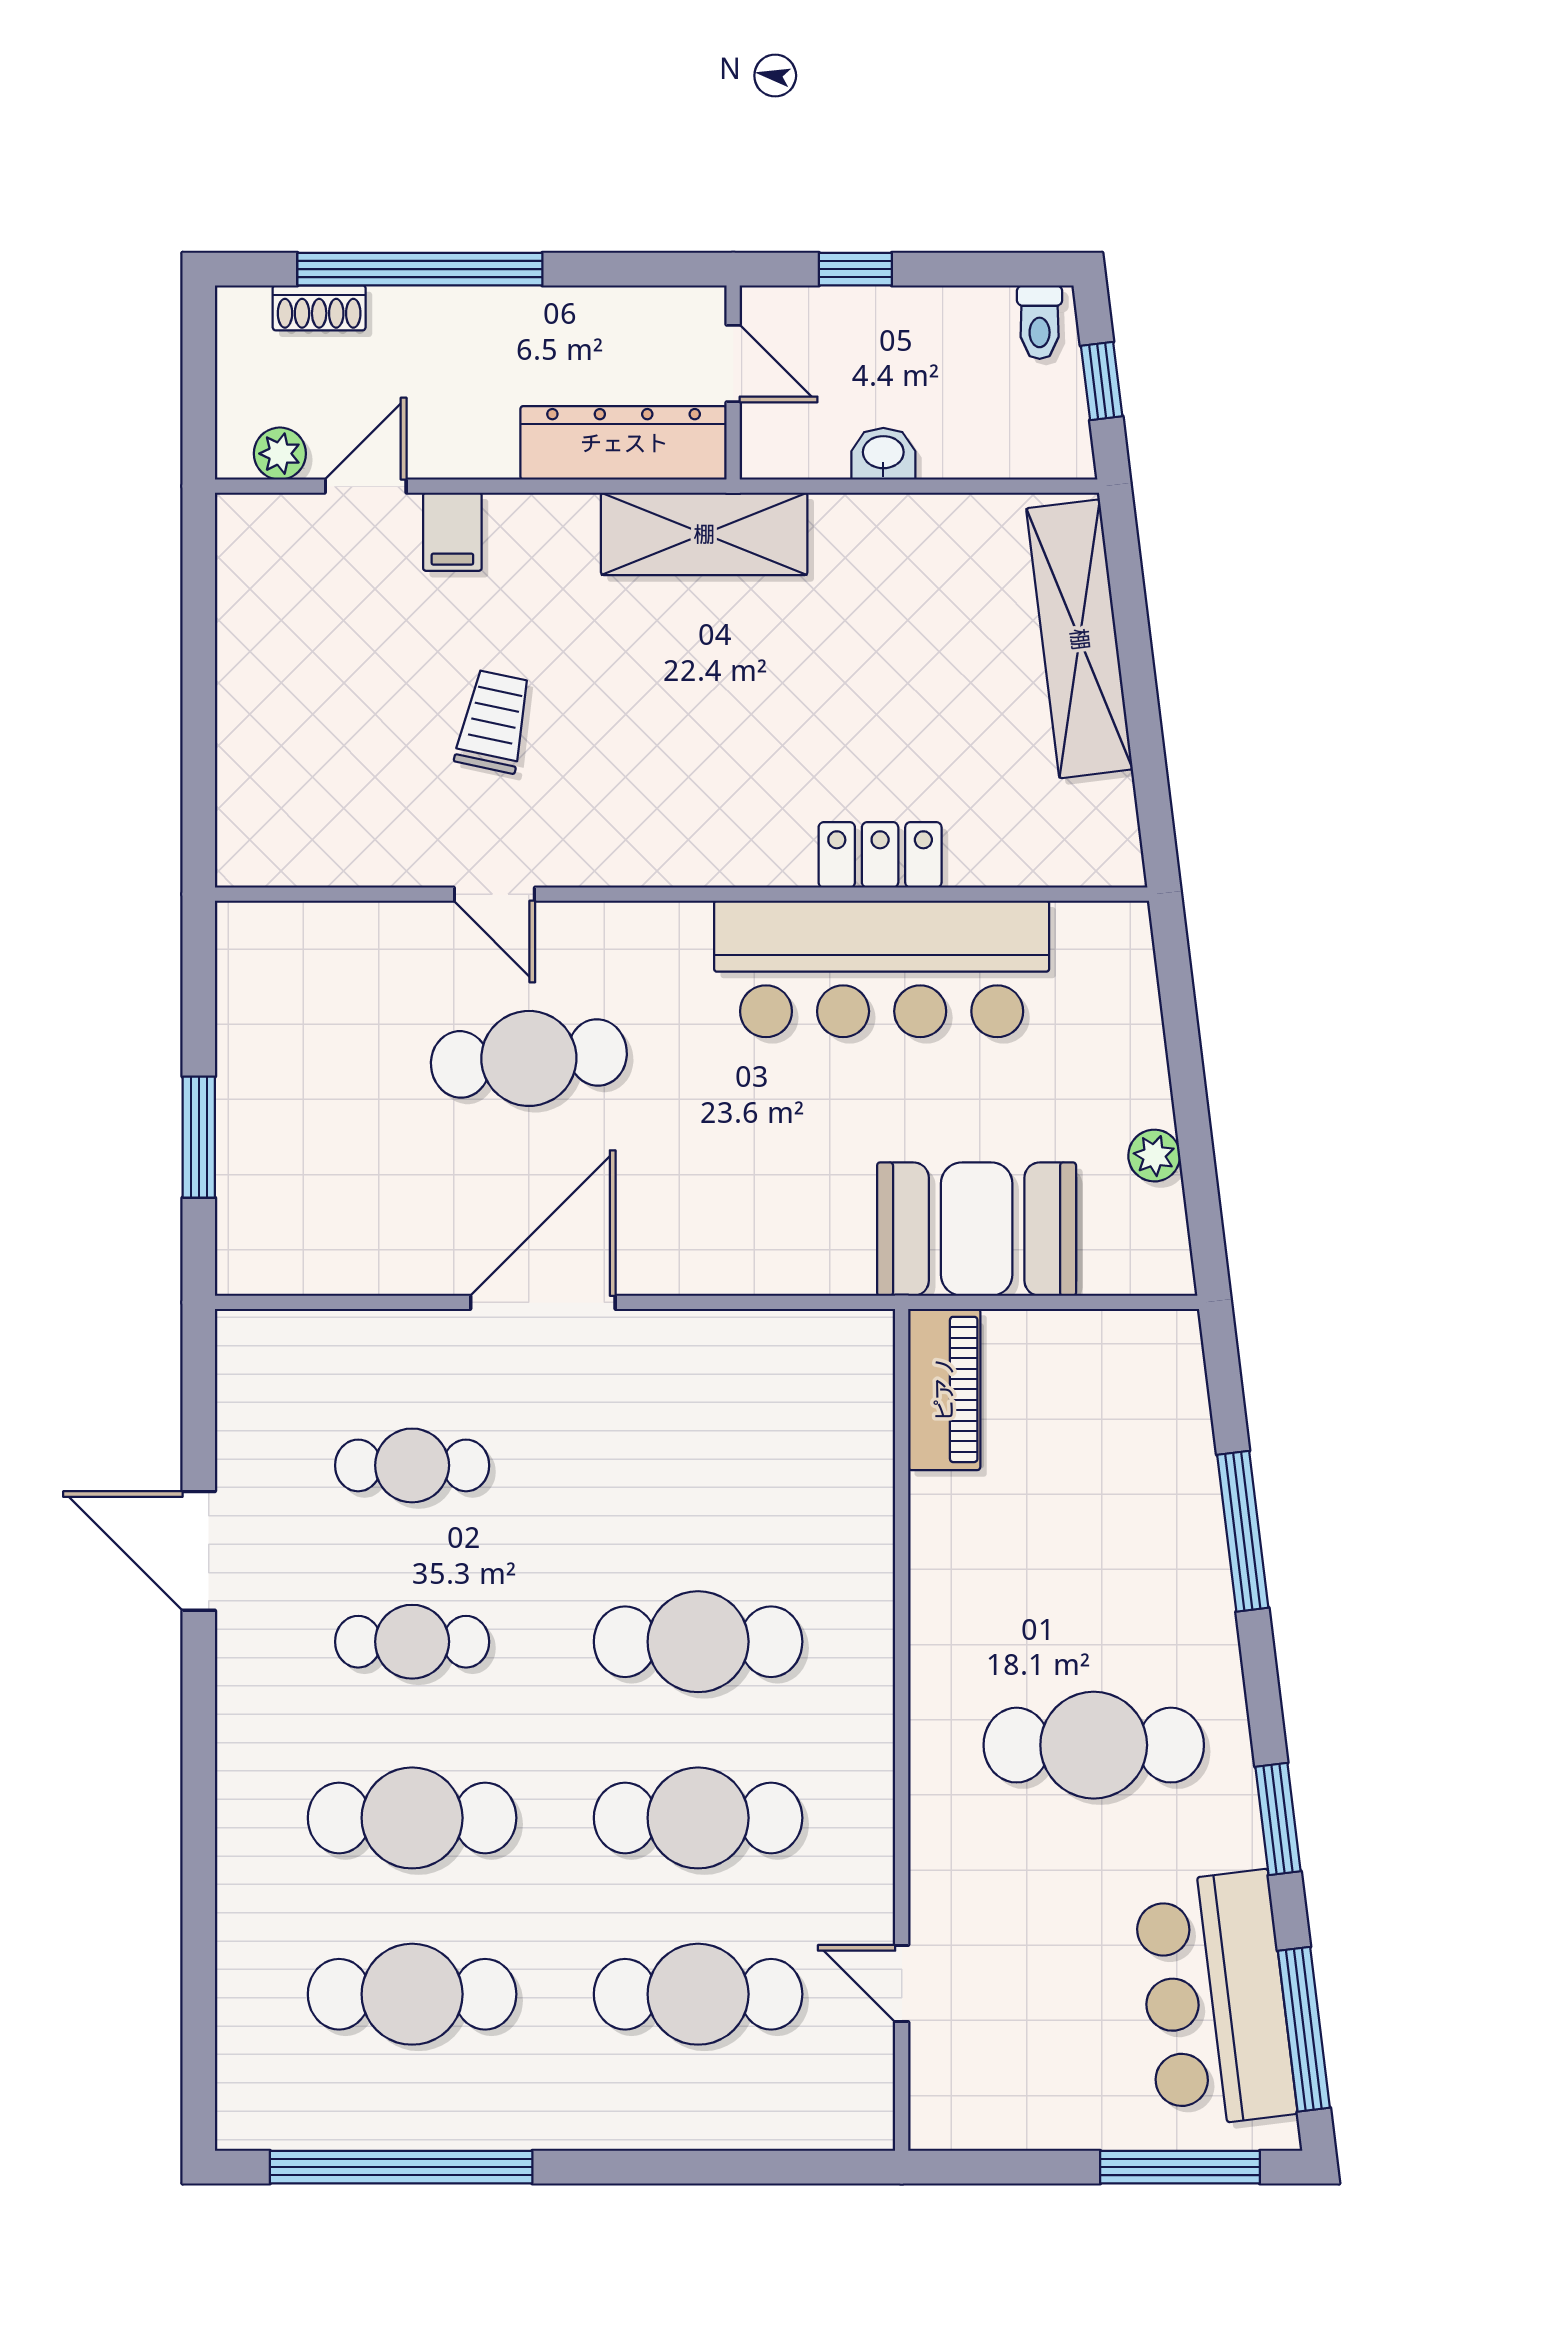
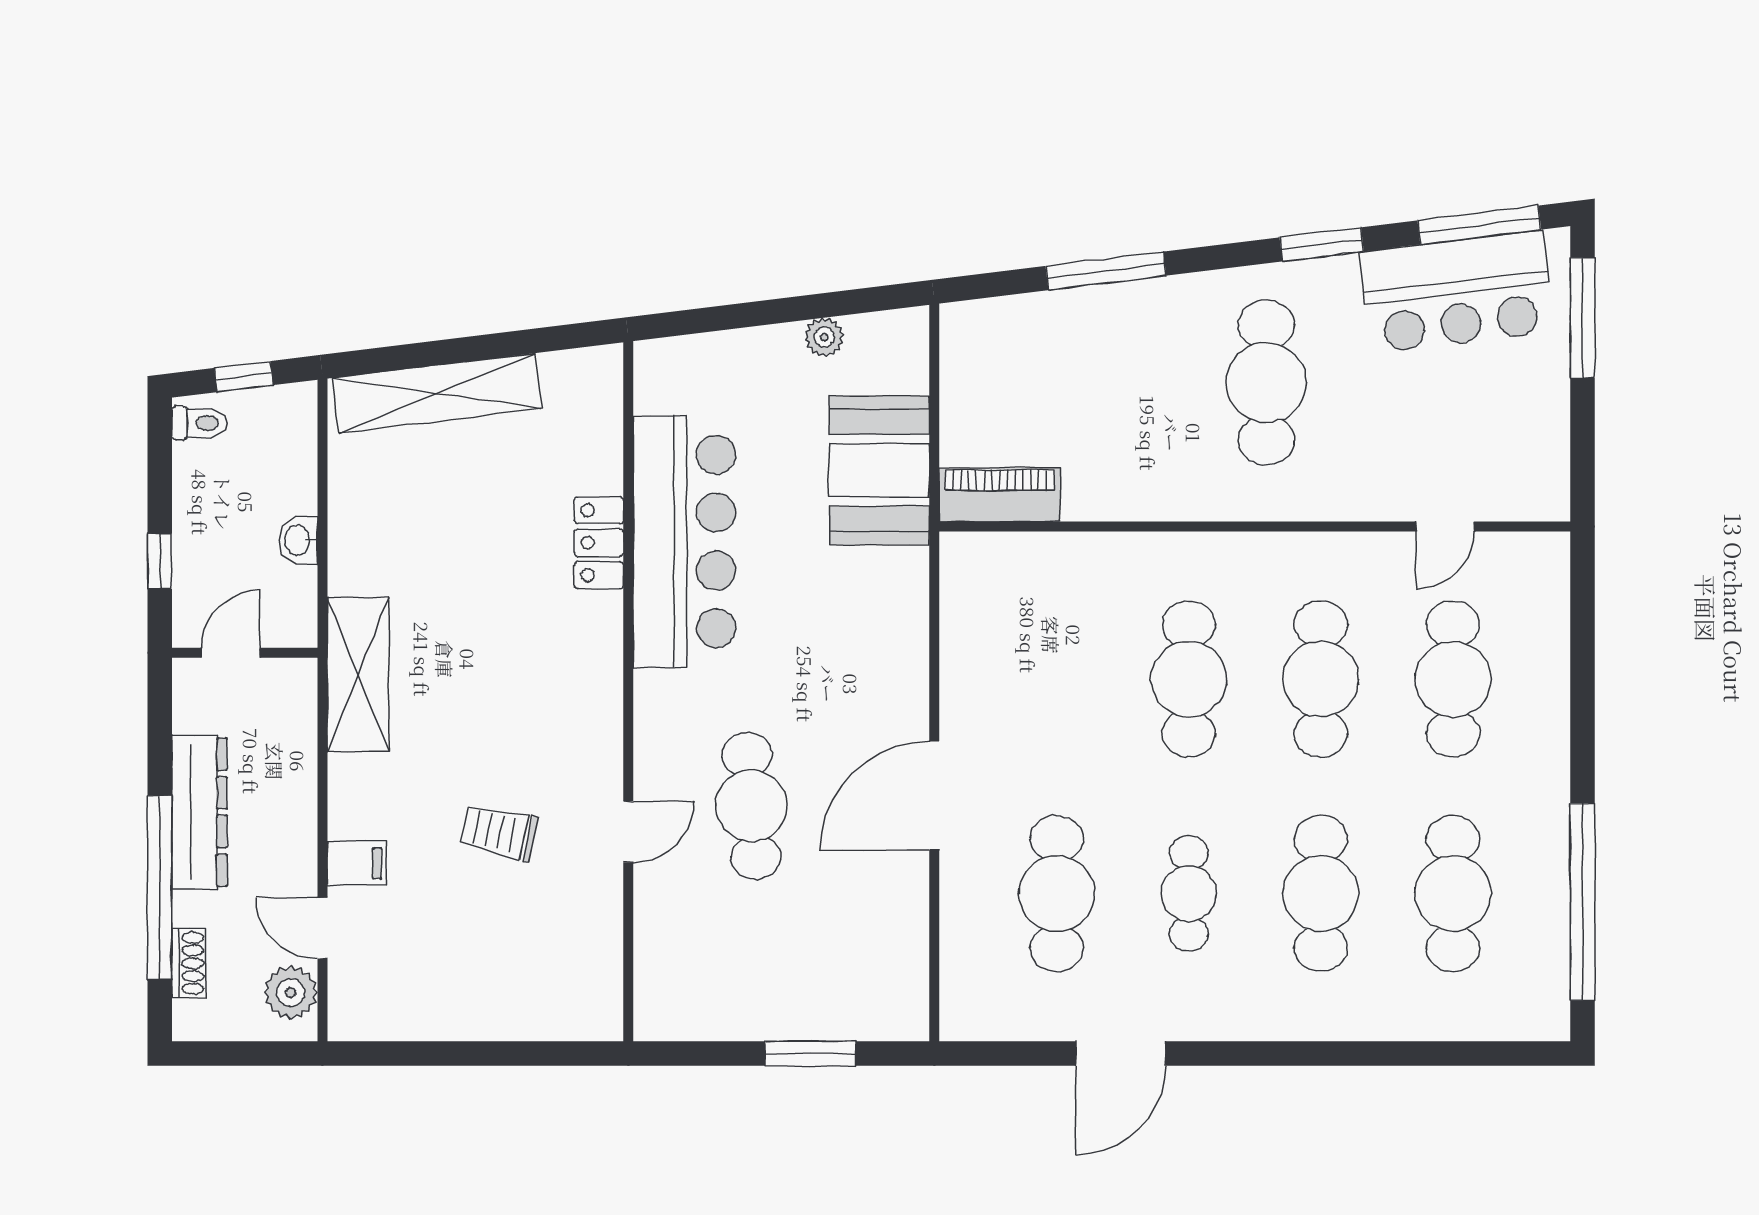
dresser: (624, 443) -> (199, 812), moved, turned 180
plant: (280, 454) -> (291, 993), width x1.38, depth x1.38
door: (543, 1302) -> (934, 795), hinge flipped
cafe table: (412, 1465) -> (1057, 894), width x1.37, depth x1.35

